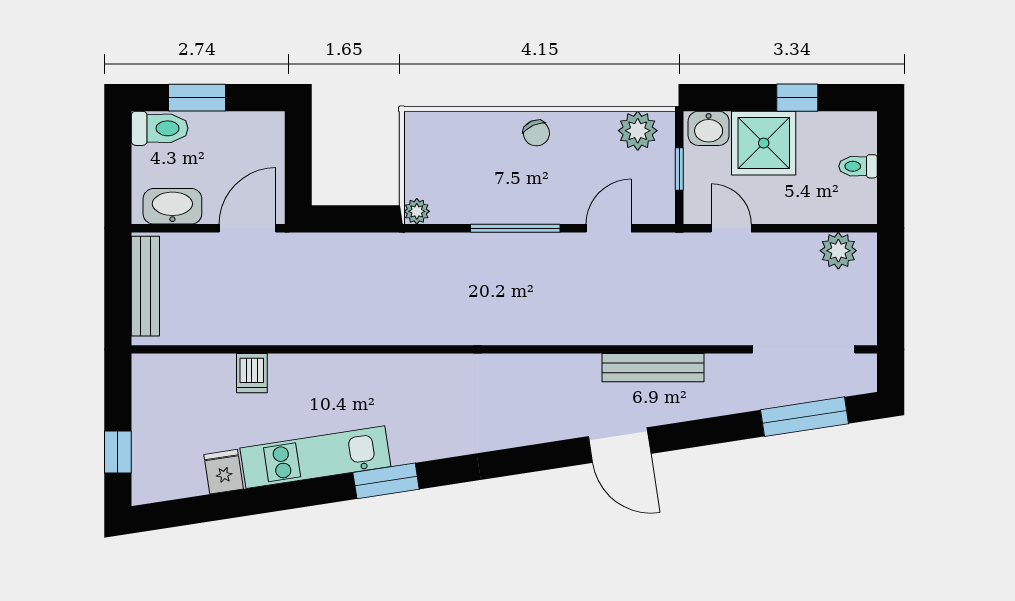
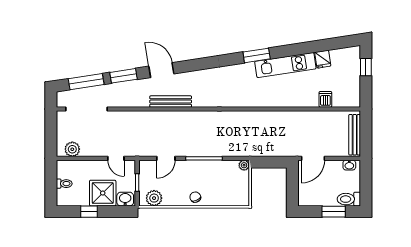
washbasin: (172, 206) -> (349, 165), width x0.52, depth x0.69
bench: (653, 368) -> (171, 102), moved
dishwasher: (252, 373) -> (325, 99), moved
window: (713, 431) -> (124, 76), added

